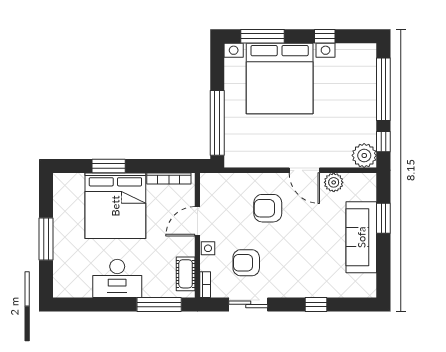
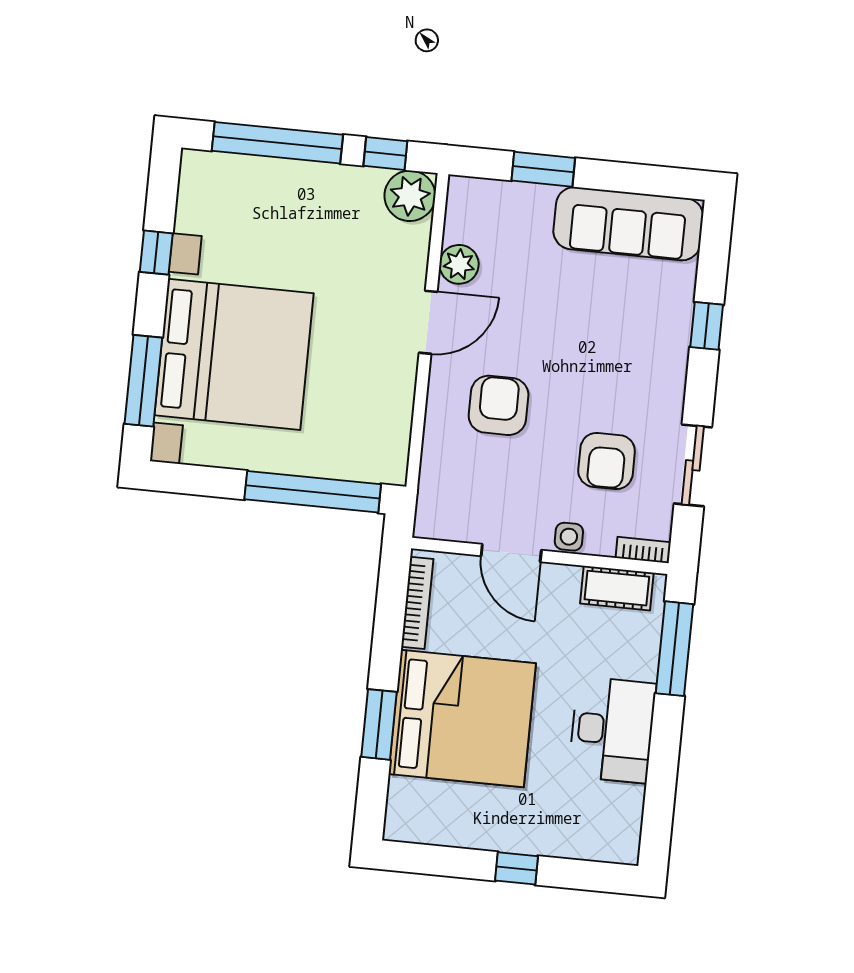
armchair: (268, 208) -> (499, 405), turned 180
sofa: (361, 237) -> (628, 224), moved
window: (46, 239) -> (517, 868), width x0.46

